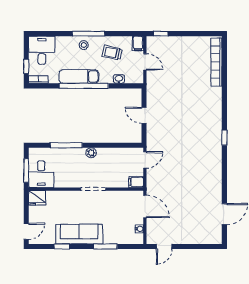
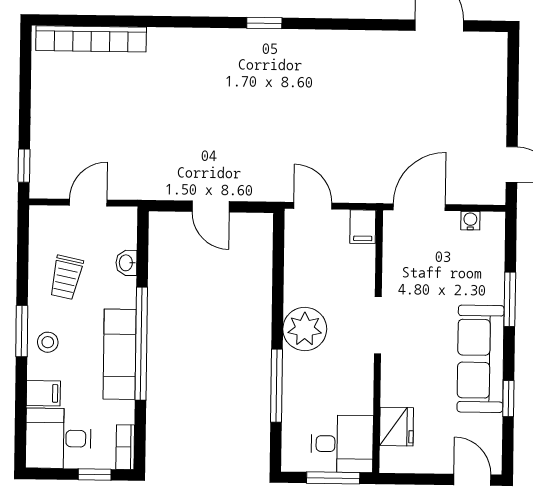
window: (88, 34) -> (22, 331), width x0.69
filing cabinet: (138, 43) -> (43, 393), moved
door: (144, 115) -> (211, 207), hinge flipped
plant: (91, 153) -> (305, 329), width x1.88, depth x1.88
fridge: (37, 198) -> (396, 427), moved

